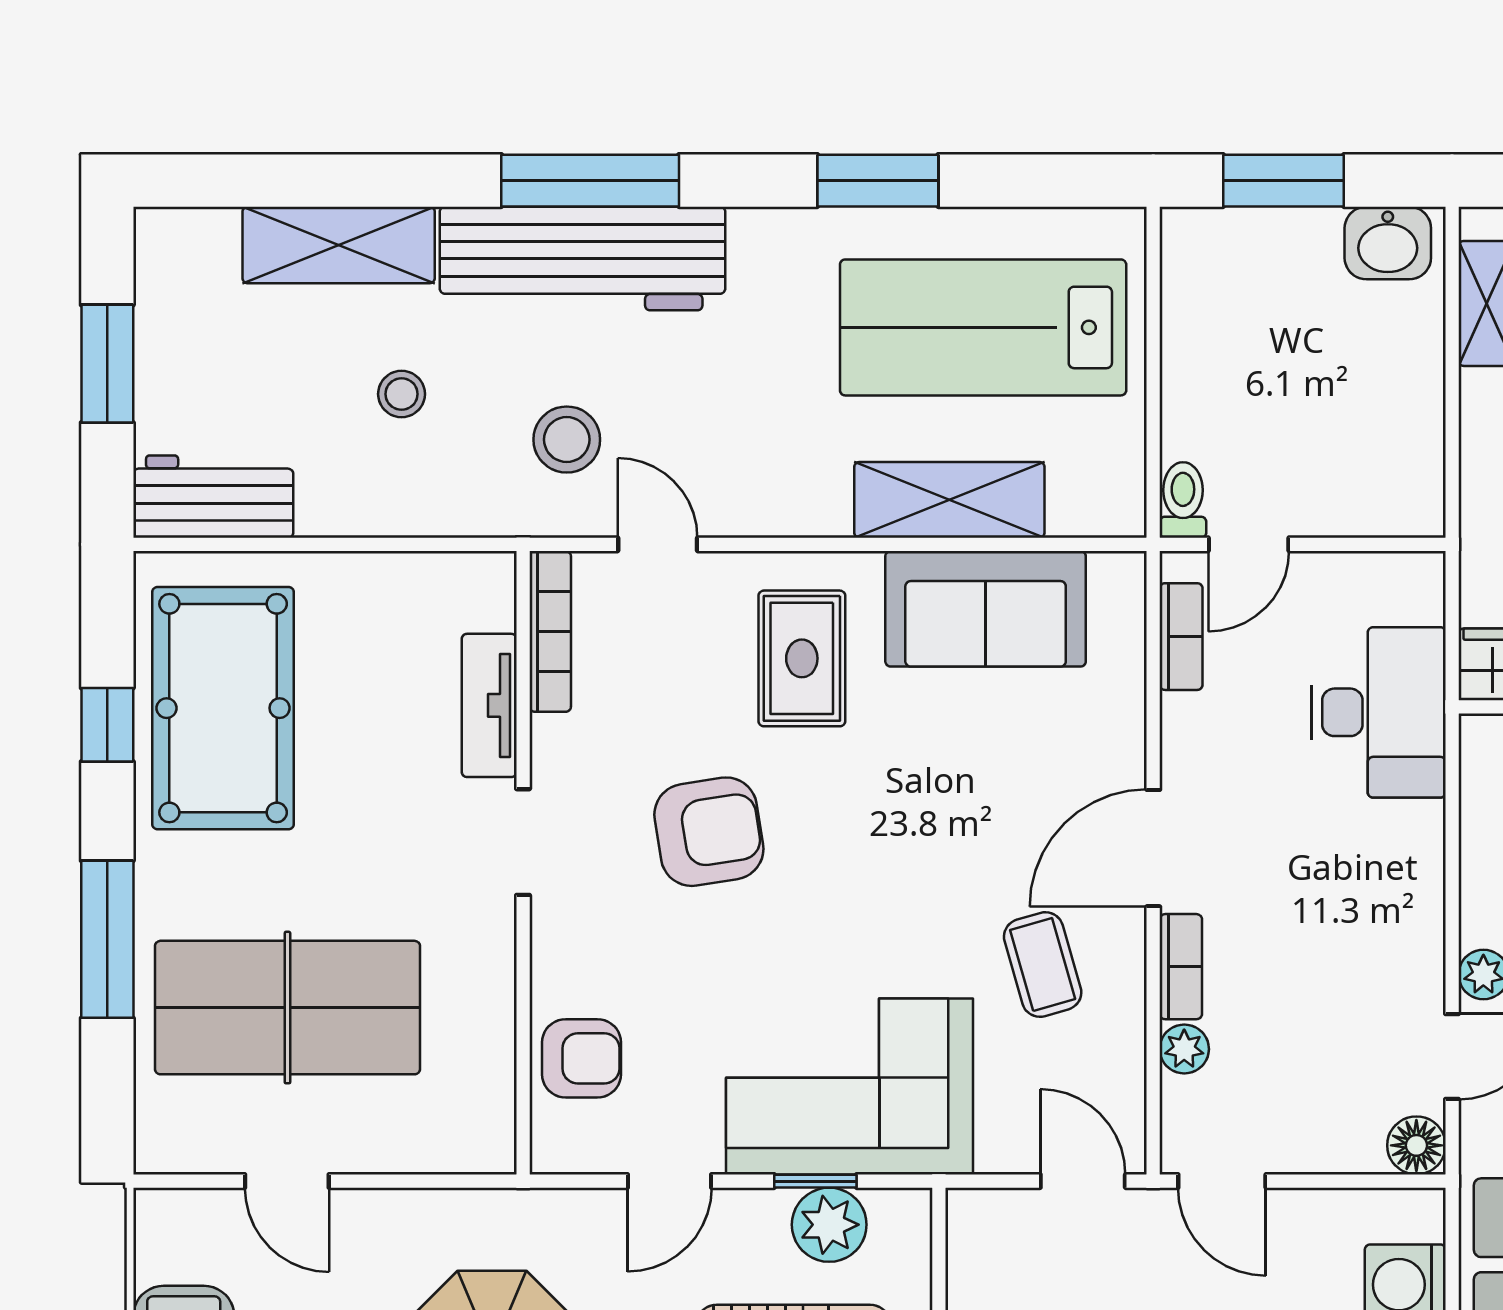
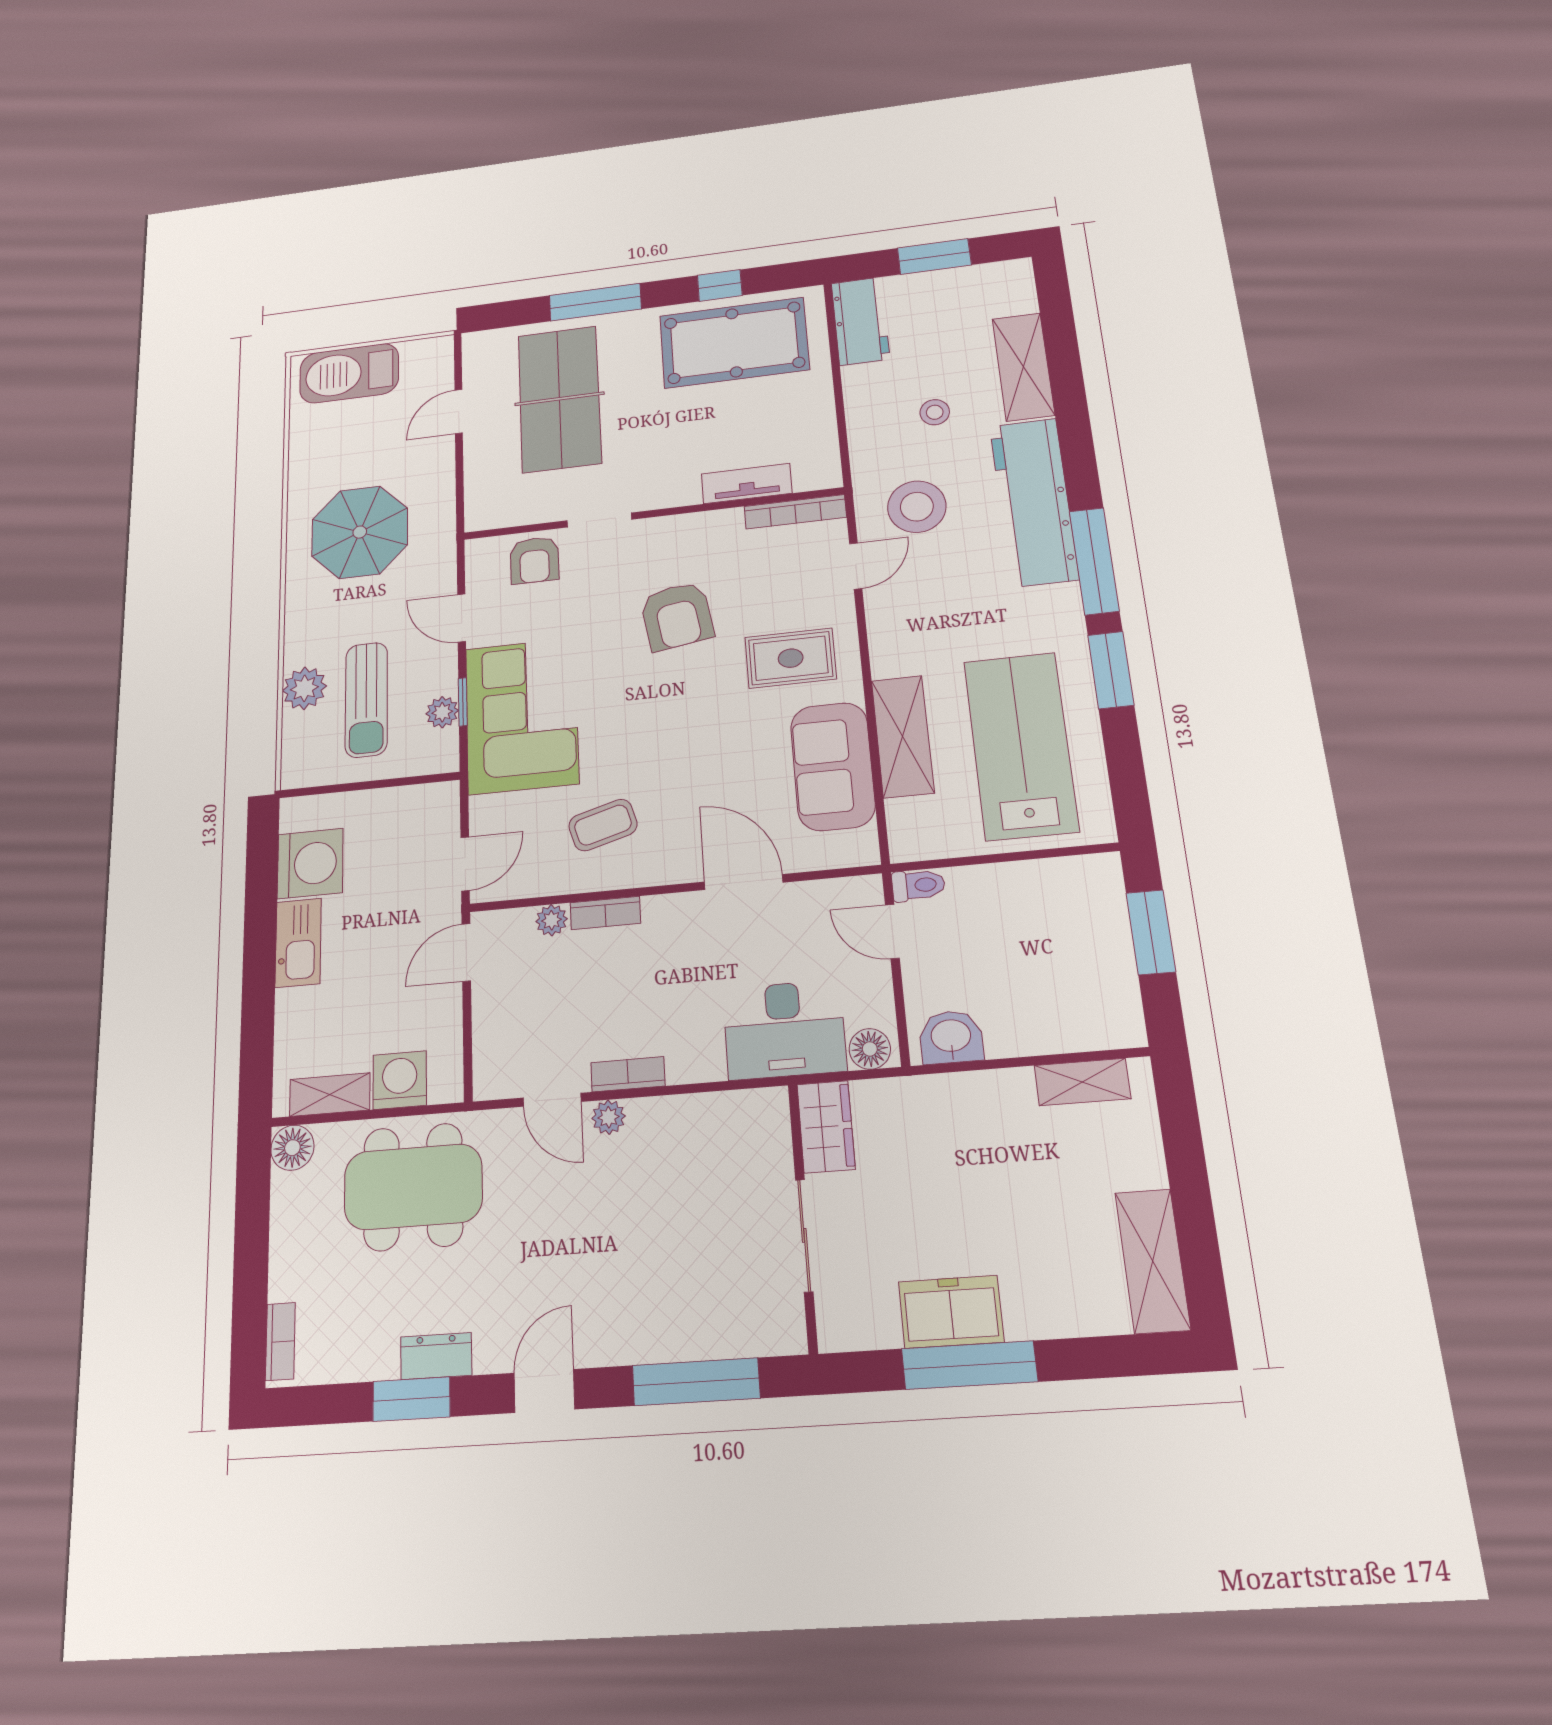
window: (590, 181) -> (1094, 561), moved
washbasin: (1388, 243) -> (951, 1037), moved, turned 90
stool: (567, 440) -> (917, 507), width x1.38, depth x1.38
bookcase: (1181, 637) -> (628, 1074), moved, turned 180
doorway: (523, 842) -> (599, 520), moved
door: (1153, 848) -> (744, 882), moved
floor lamp: (1416, 1145) -> (870, 1049), moved
plant: (829, 1225) -> (442, 712), width x0.73, depth x0.73

